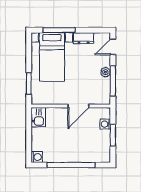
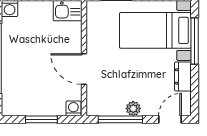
door: (113, 47) -> (170, 119), hinge flipped
washing machine: (105, 124) -> (73, 108), moved

